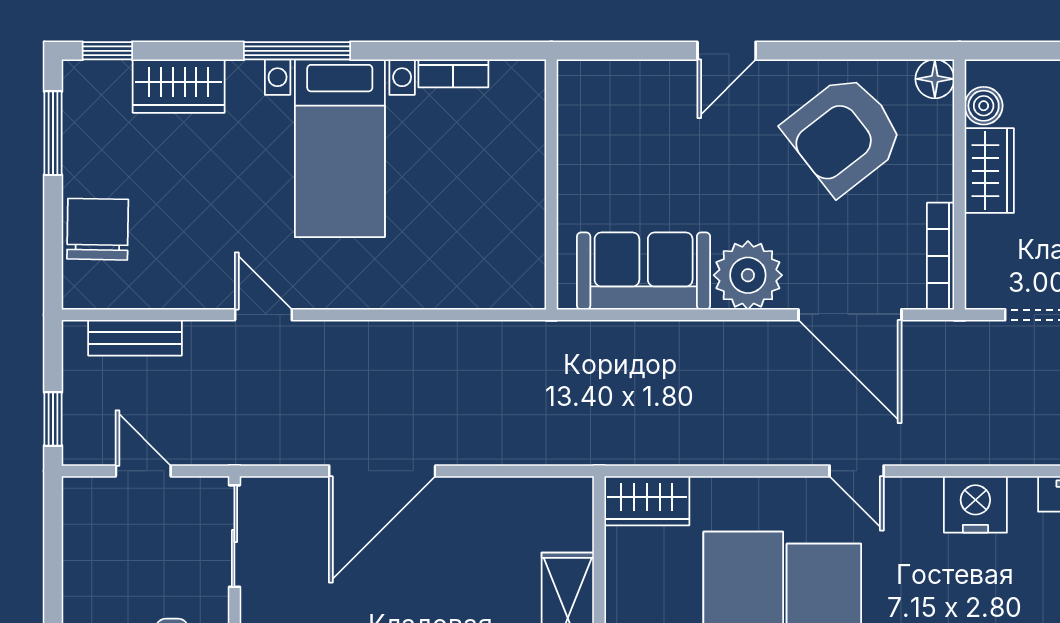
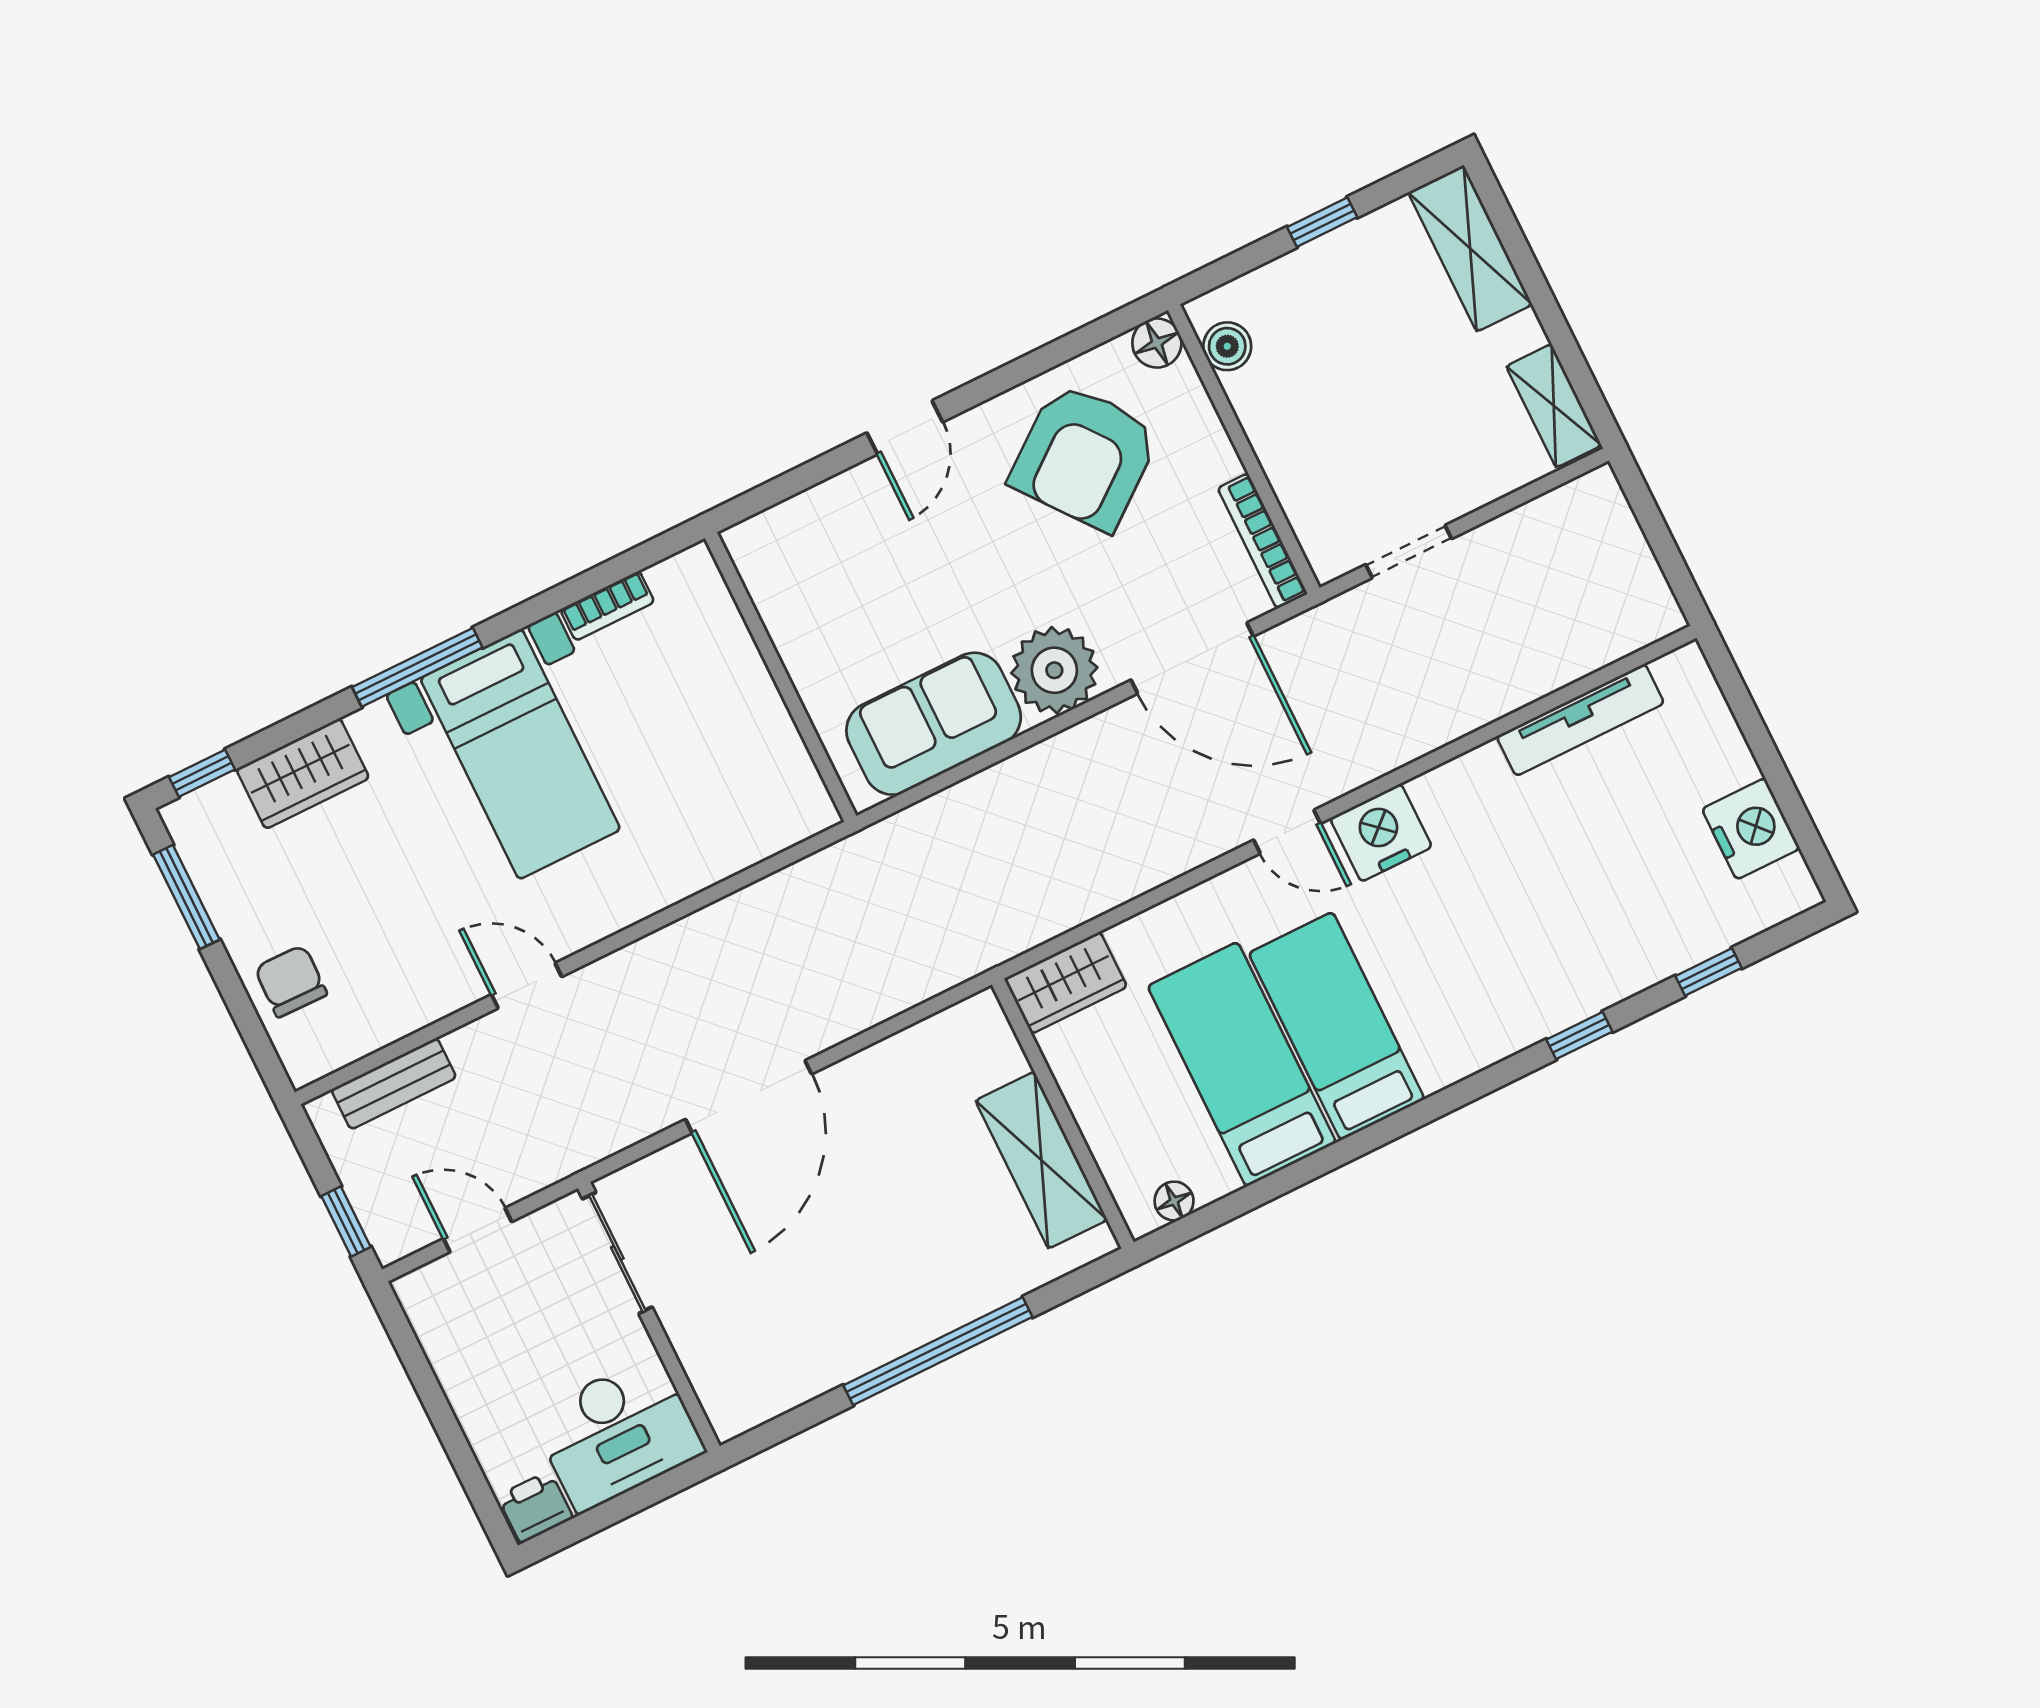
wardrobe: (989, 171) -> (1270, 417), removed
chair: (98, 229) -> (291, 981), width x0.73, depth x0.73
nightstand: (975, 504) -> (1381, 833), moved

